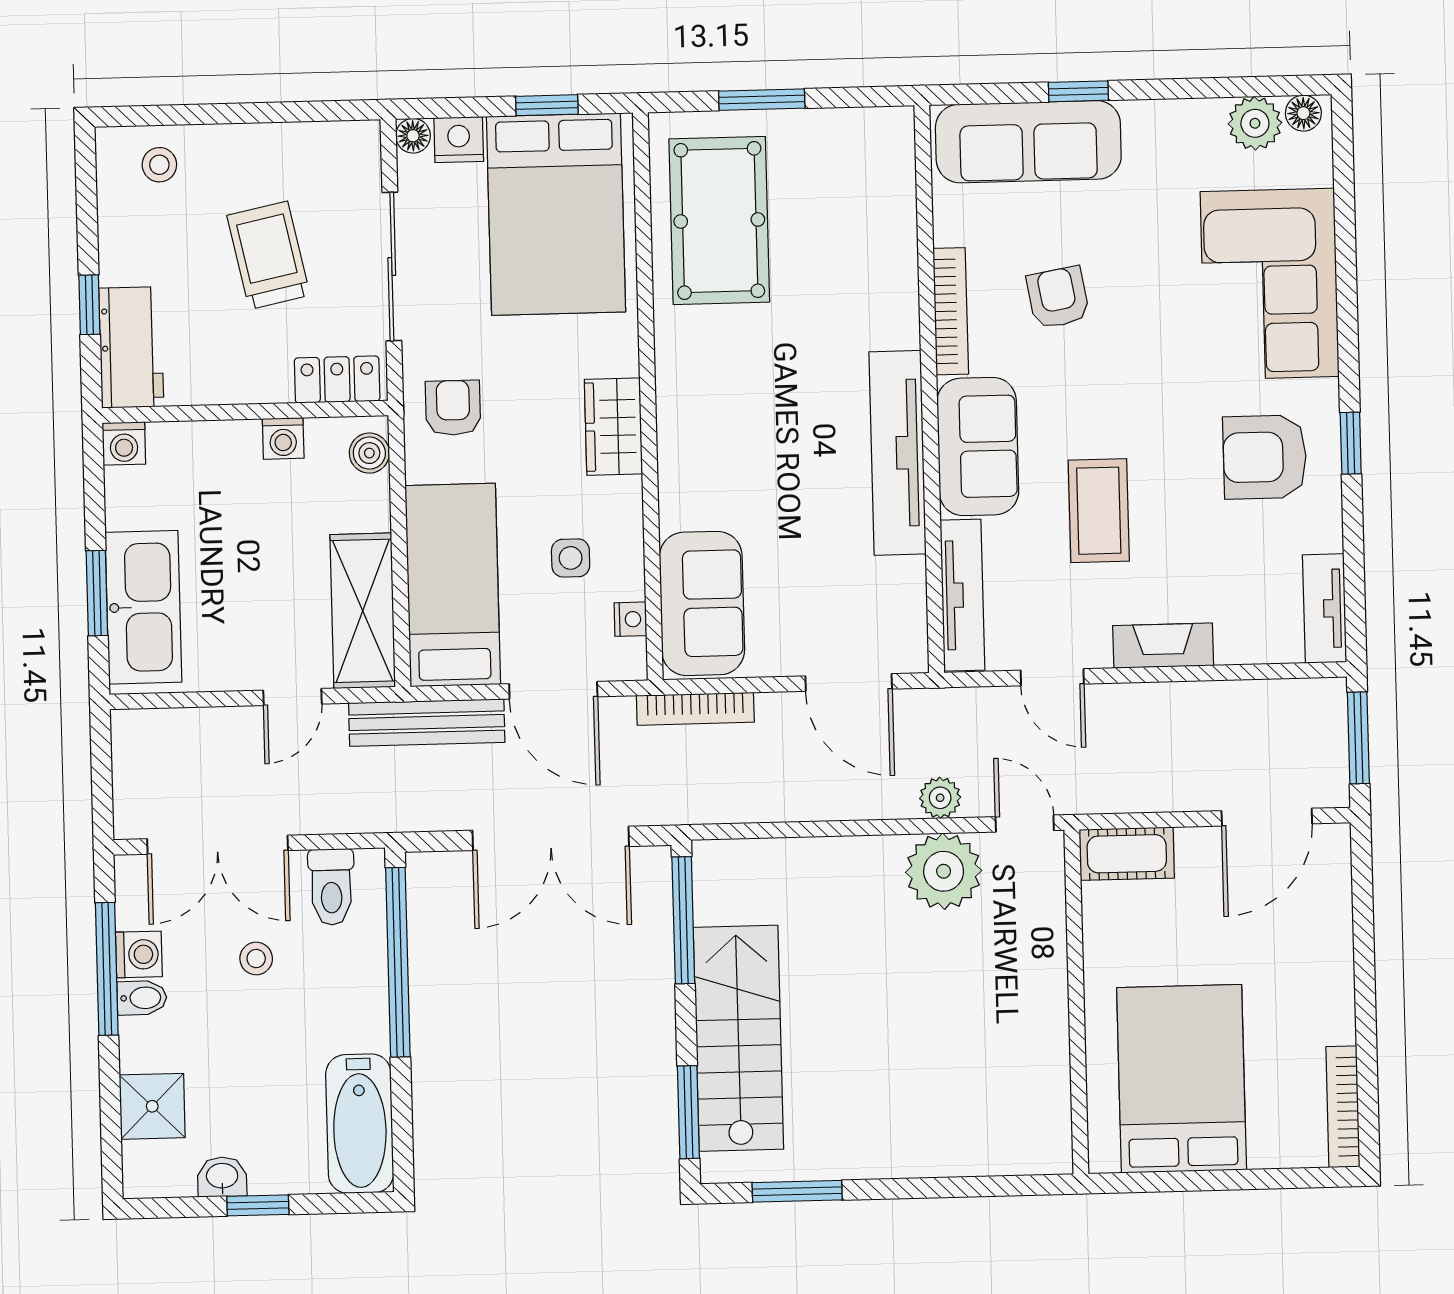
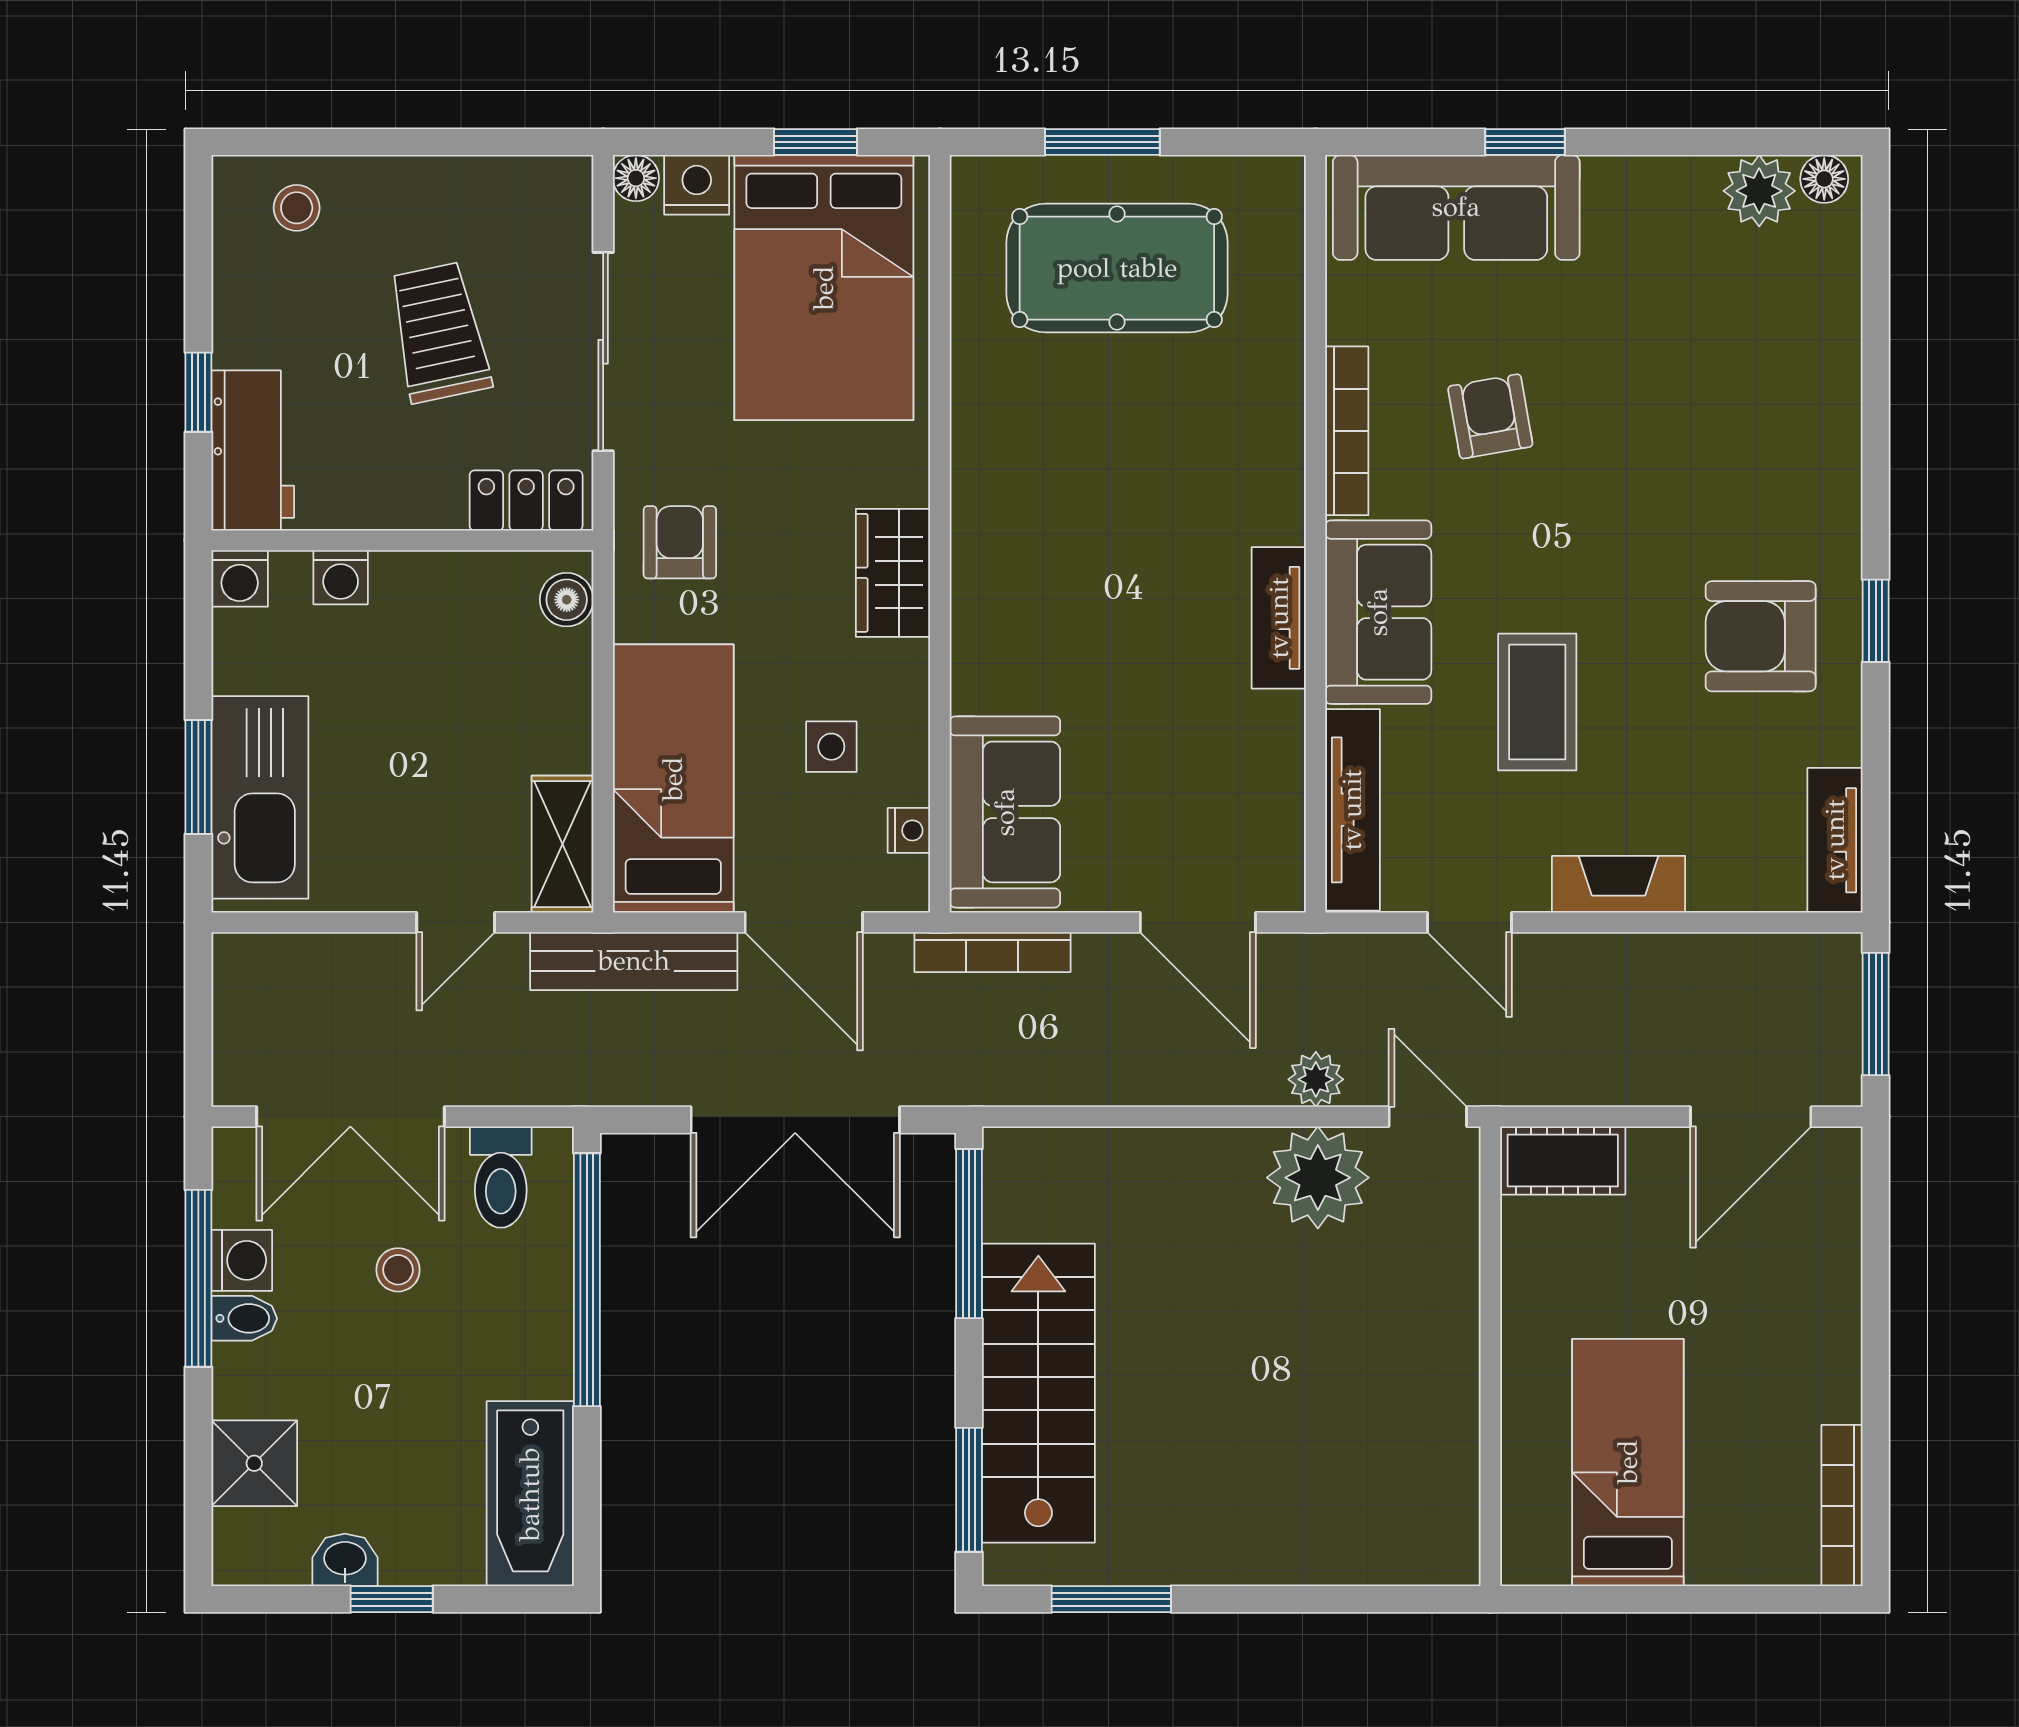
pool table: (719, 220) -> (1117, 268), moved, turned 90
corner sofa: (1270, 284) -> (1773, 406), removed
washing machine: (283, 438) -> (341, 577), moved
tv unit: (898, 453) -> (1279, 618), width x0.52, depth x0.78
shelving: (363, 611) -> (563, 844), width x0.67, depth x0.75
bed: (1182, 1079) -> (1628, 1462), width x0.67

